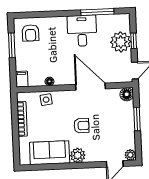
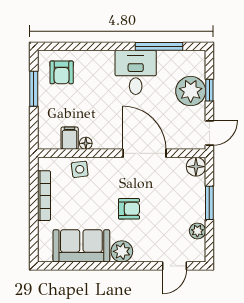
filing cabinet: (22, 79) -> (70, 138), moved
plant: (130, 155) -> (197, 231), moved

